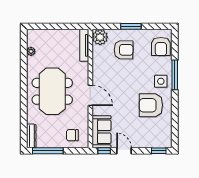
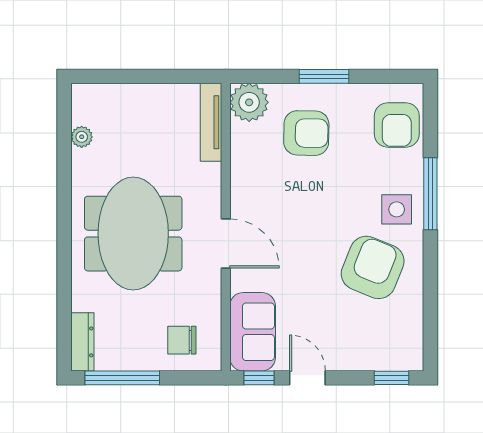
armchair: (151, 105) -> (373, 267), turned 112

